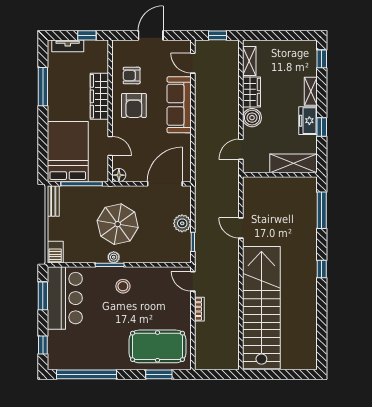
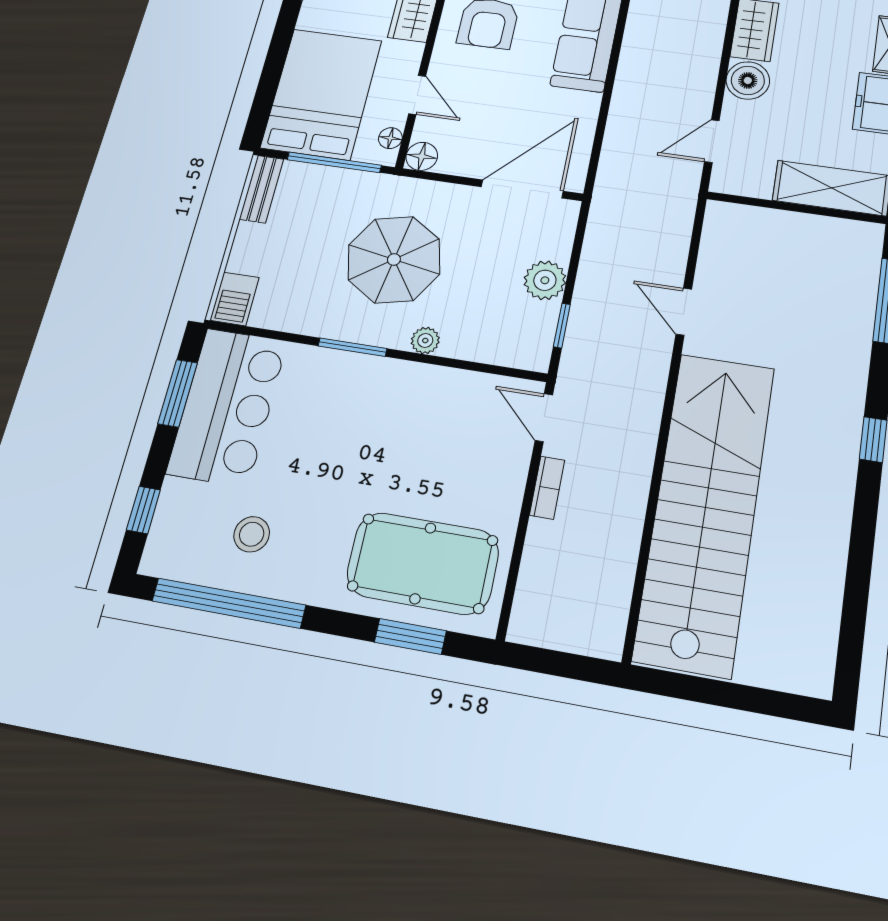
floor lamp: (103, 169) -> (390, 138), added
plant: (114, 257) -> (425, 340), moved
stool: (123, 286) -> (252, 534), moved

